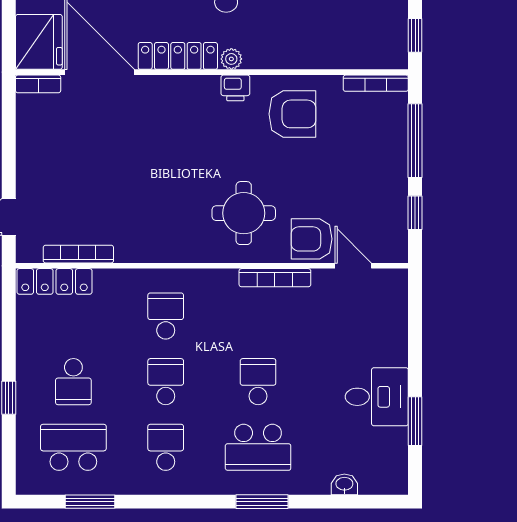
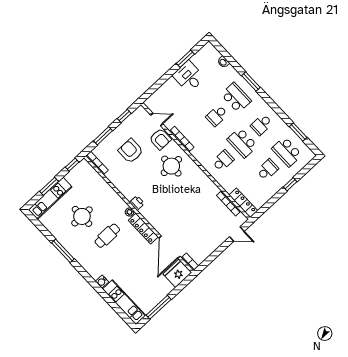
armchair: (292, 114) -> (131, 151), moved
window: (415, 141) -> (103, 136), width x0.69
door: (353, 266) -> (157, 119), swing flipped
school desk: (166, 316) -> (223, 161), turned 180
school desk: (166, 382) -> (242, 143), width x1.85

